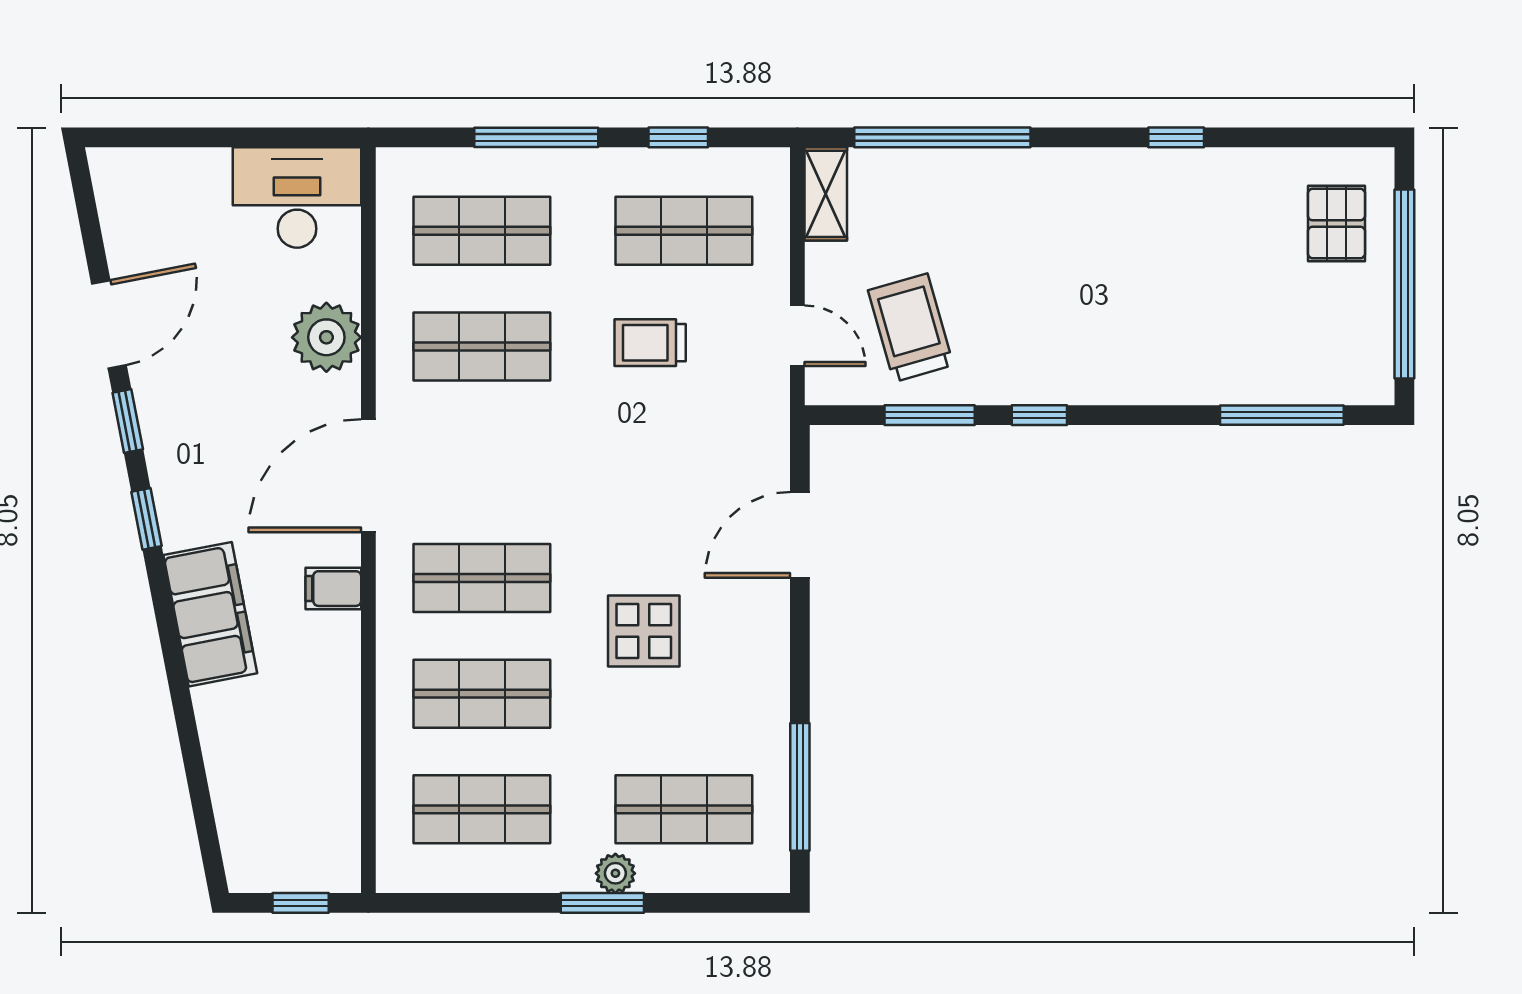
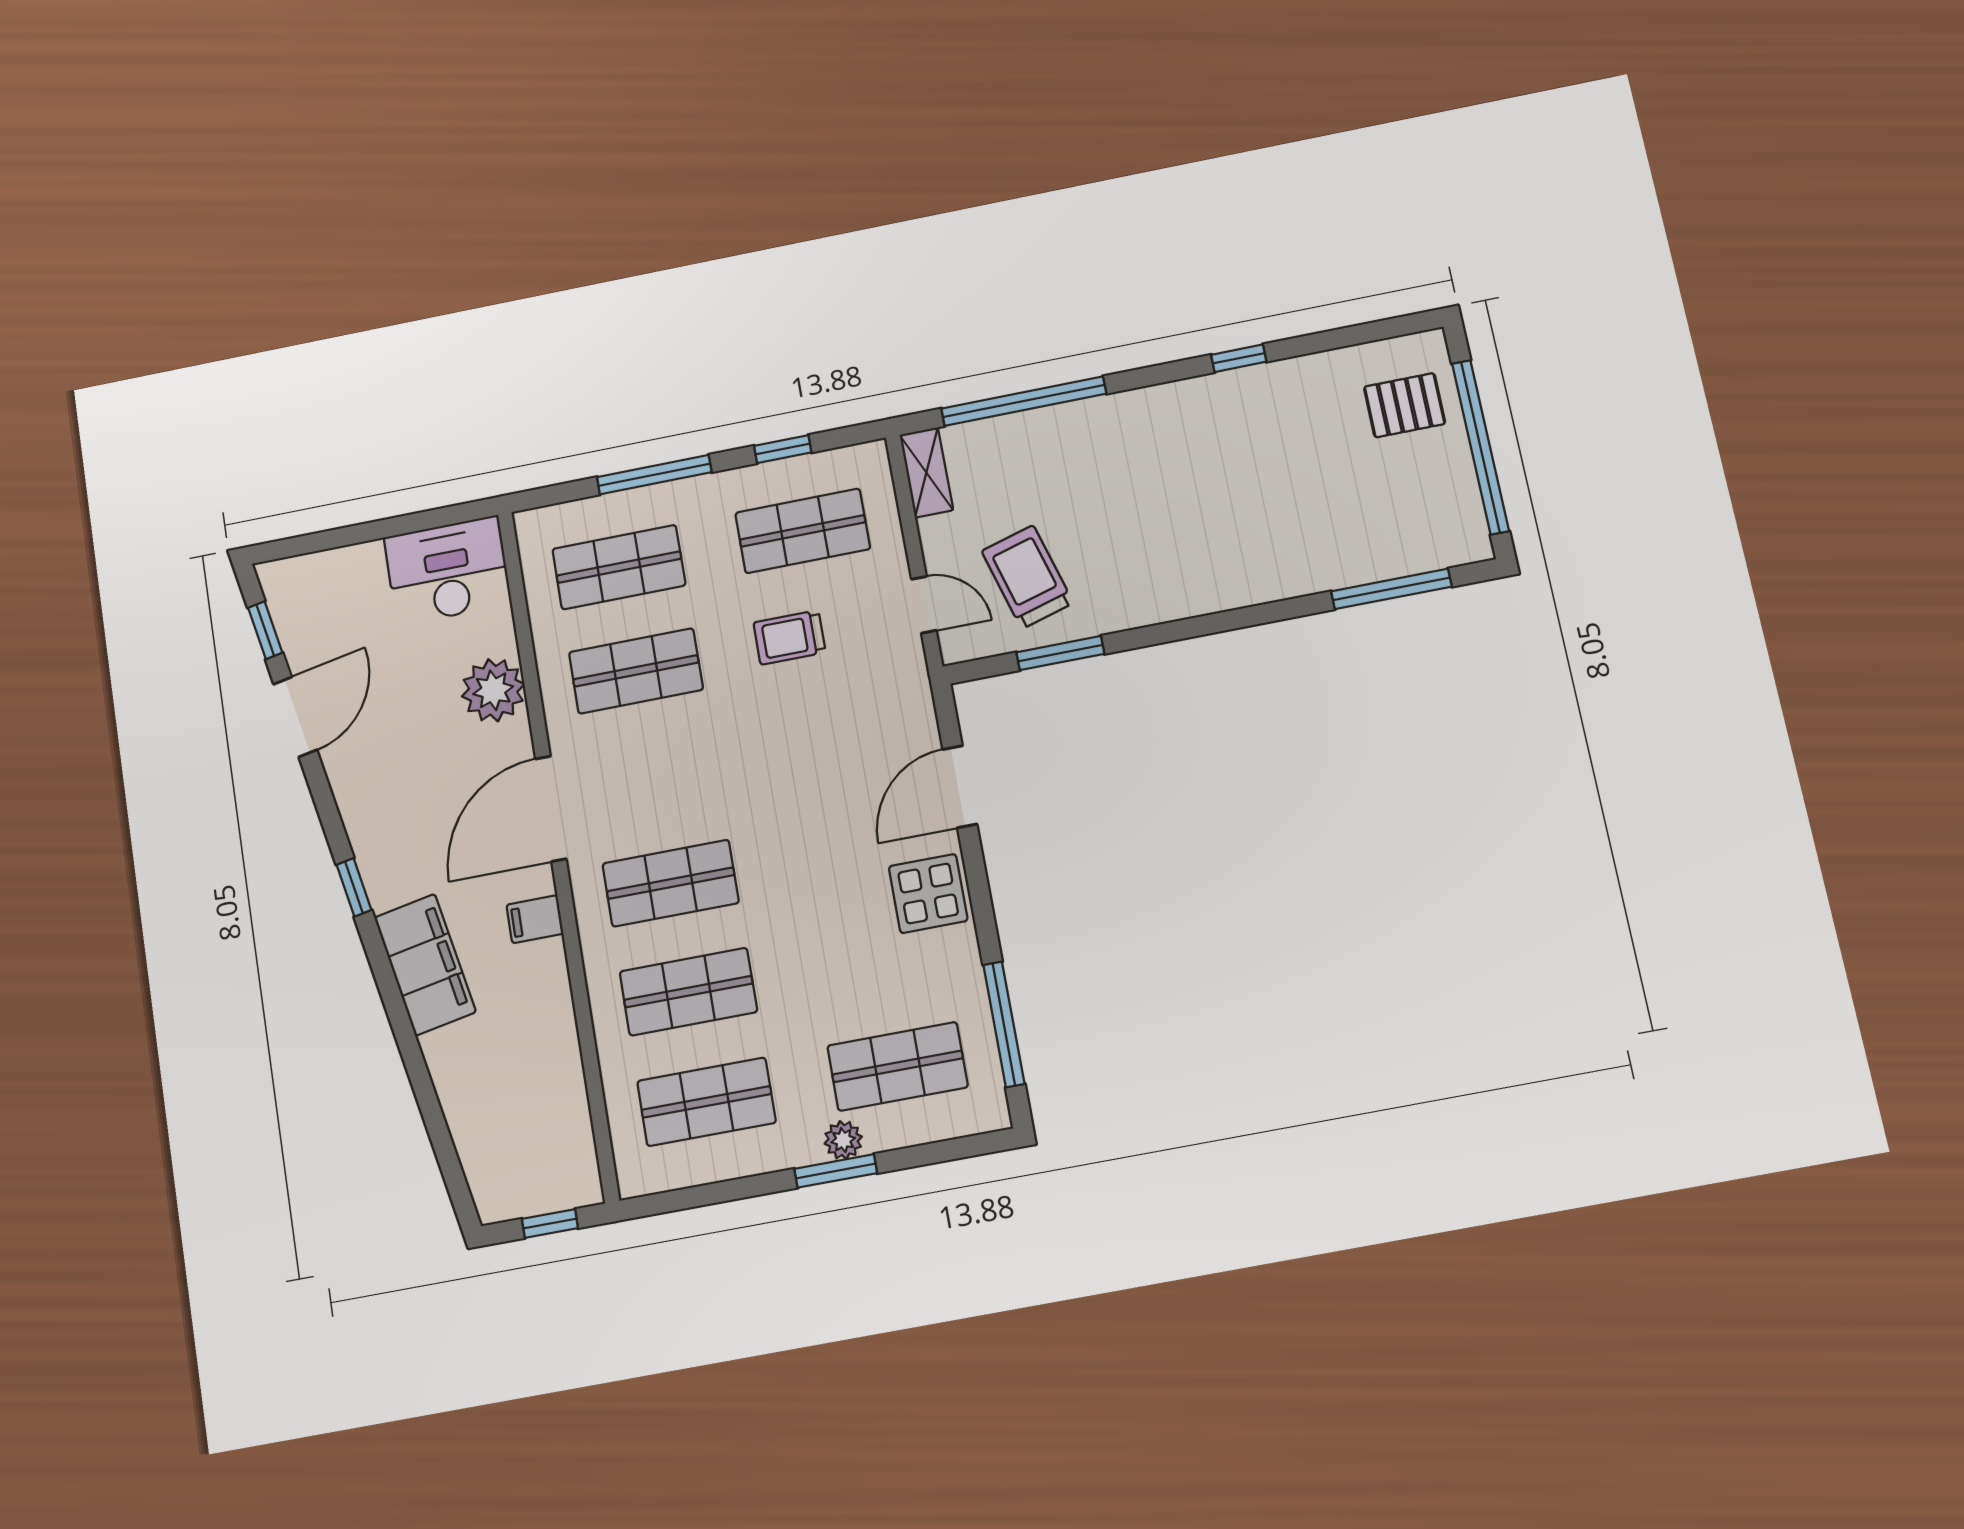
pallet: (1336, 223) -> (1405, 405), turned 90
window: (1039, 415) -> (1163, 633), removed
window: (128, 421) -> (265, 630), moved
display table: (644, 631) -> (928, 894), moved

